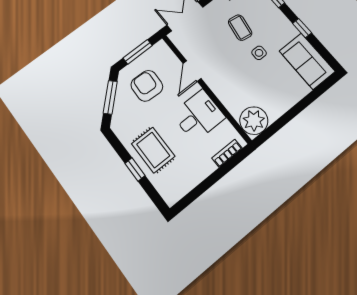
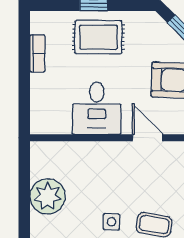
plant: (254, 121) -> (48, 196), moved
bookcase: (227, 153) -> (37, 53), moved

